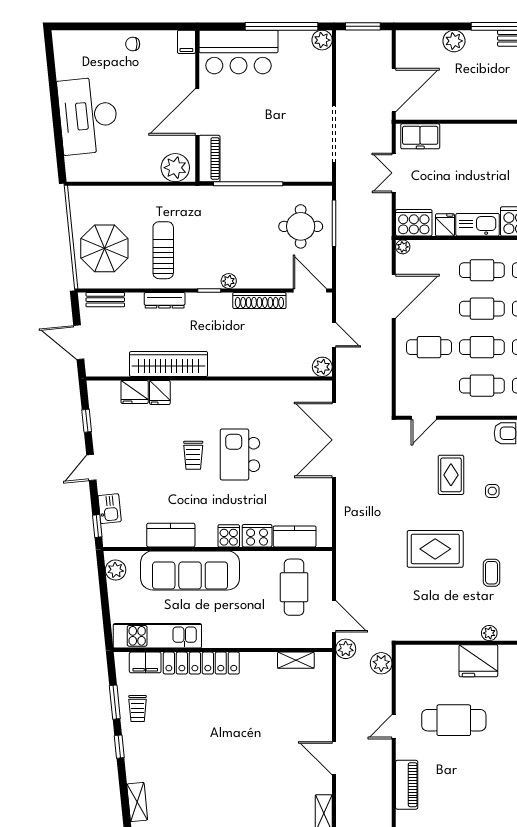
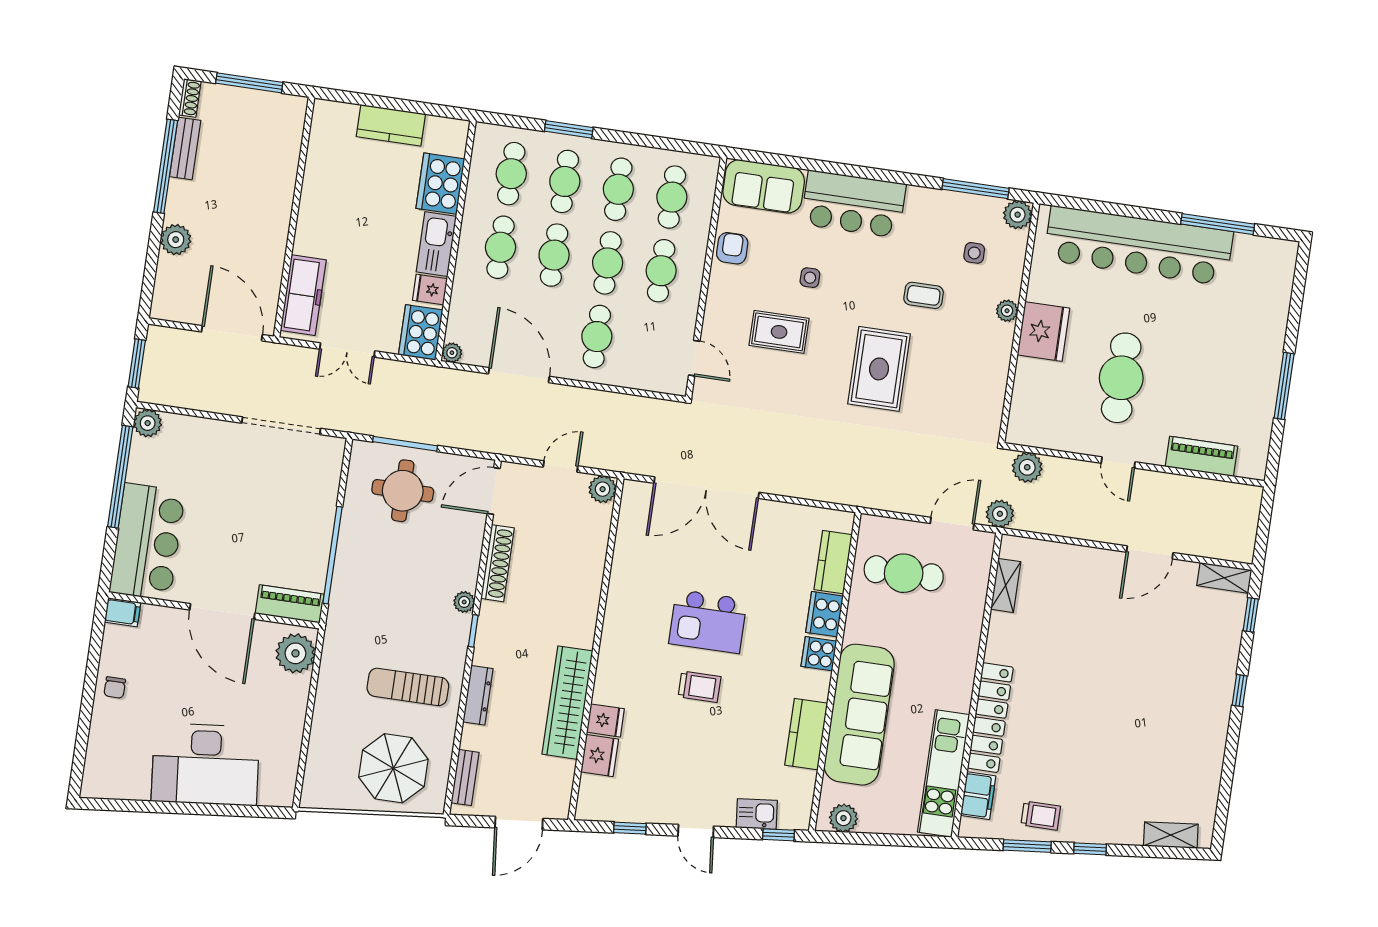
freezer: (420, 136) -> (303, 295), width x1.40

